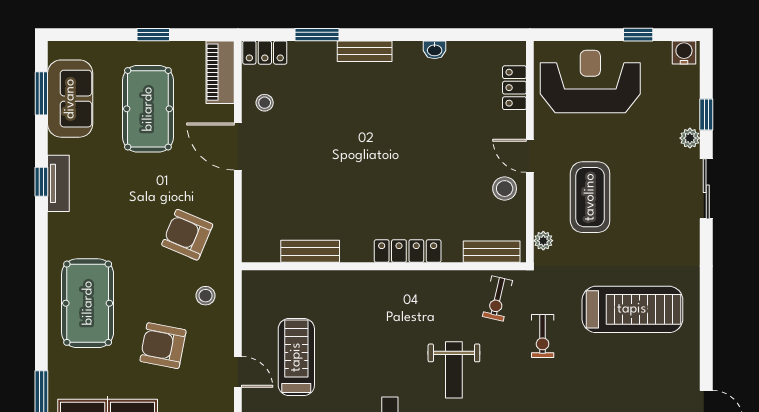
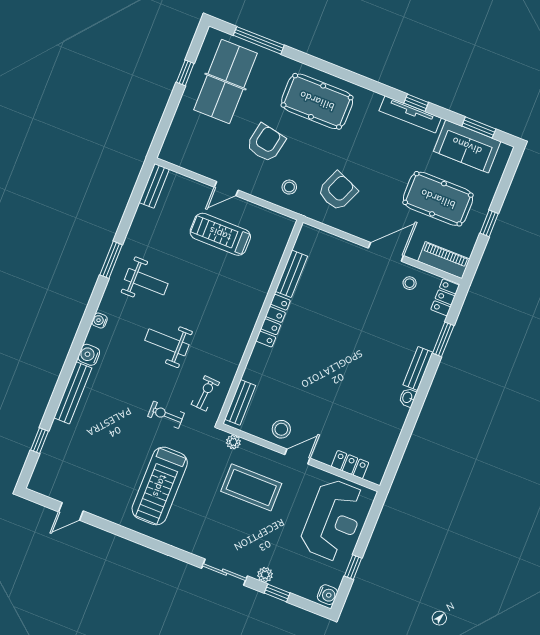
washbasin: (435, 50) -> (408, 398), moved
tv unit: (58, 183) -> (410, 114), width x1.41
locker: (408, 251) -> (273, 321), moved
exercise bike: (497, 298) -> (205, 393), turned 81
treadmill: (296, 357) -> (220, 234), turned 180

